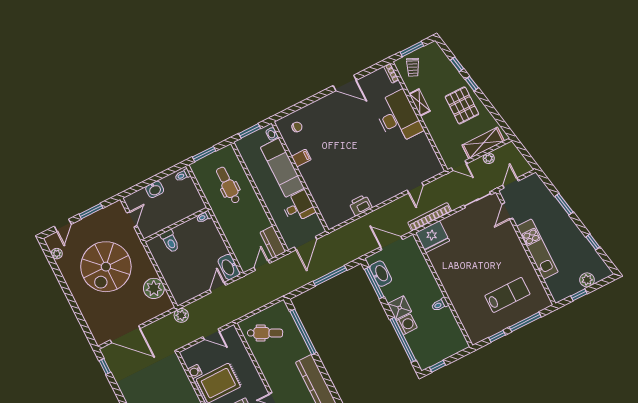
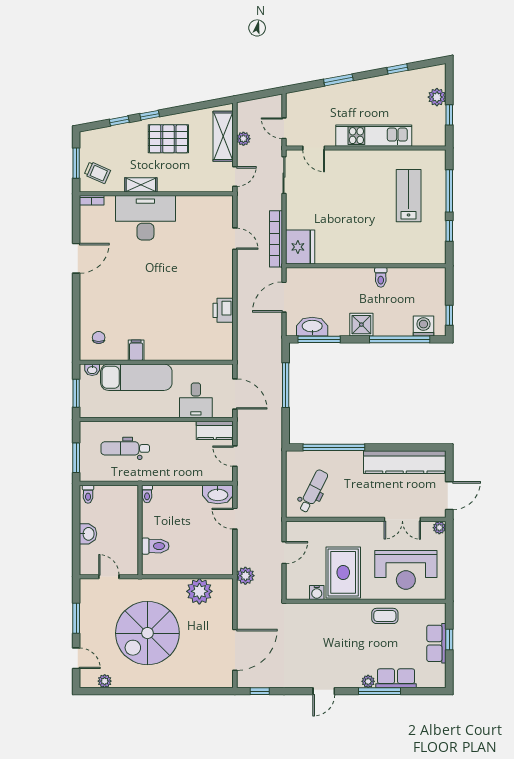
desk: (298, 207) -> (196, 400), moved, turned 180
spiral stairs: (106, 267) -> (147, 633), turned 90
washing machine: (407, 324) -> (423, 326), moved

